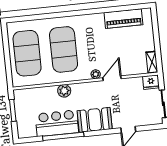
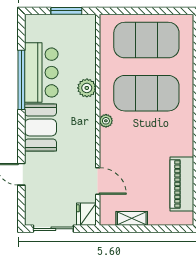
shelving: (152, 62) -> (132, 218), moved
plant: (96, 74) -> (106, 121), moved
door: (112, 78) -> (98, 181), moved

